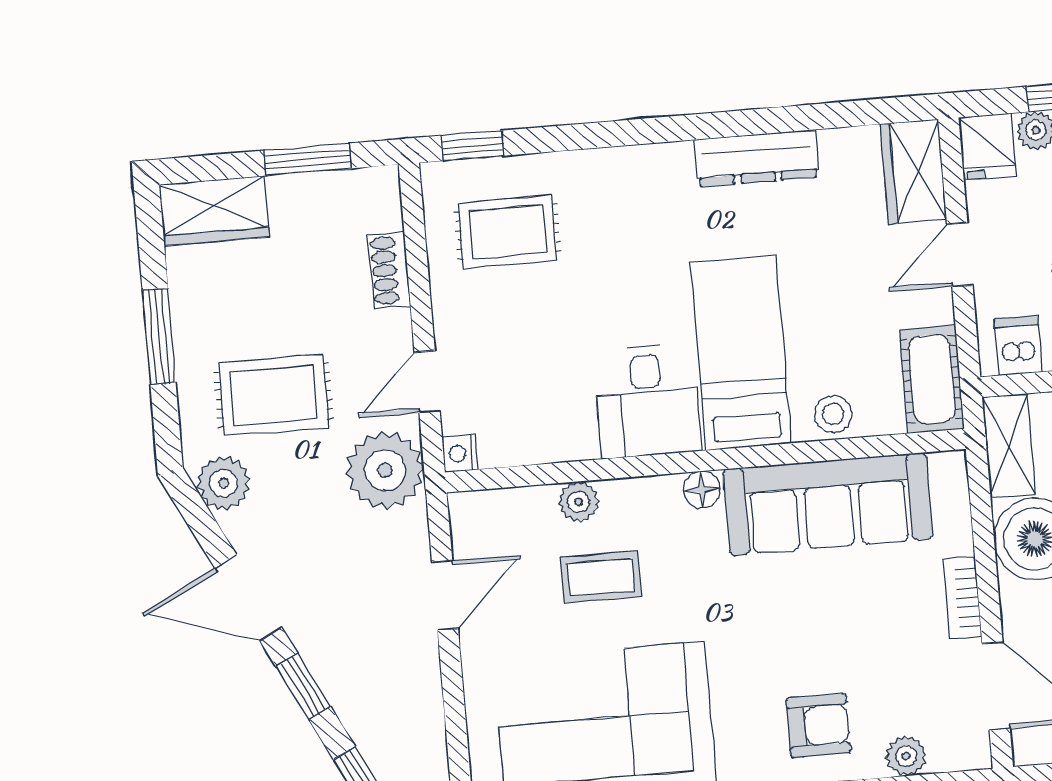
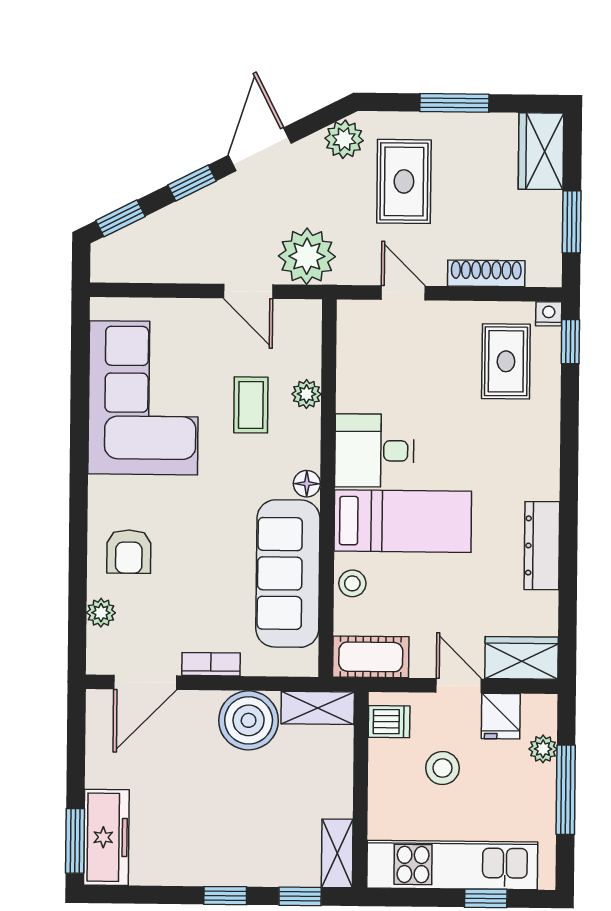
fridge: (987, 147) -> (501, 716), moved, turned -90
shoe rack: (389, 270) -> (486, 273), width x1.43
nightstand: (460, 453) -> (549, 314), moved
plant: (385, 470) -> (307, 256), moved

